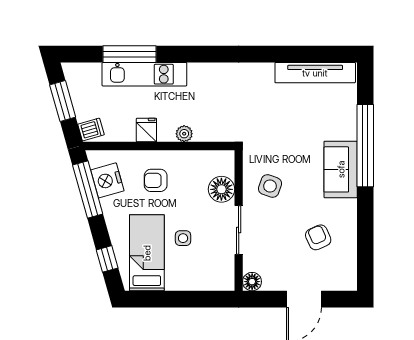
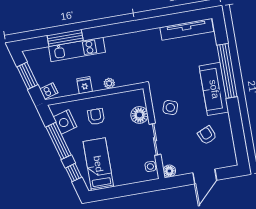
sofa: (341, 169) -> (214, 89), width x1.36
armchair: (156, 180) -> (96, 117), turned 90
window: (88, 190) -> (59, 141), moved
side table: (183, 238) -> (150, 166), moved

